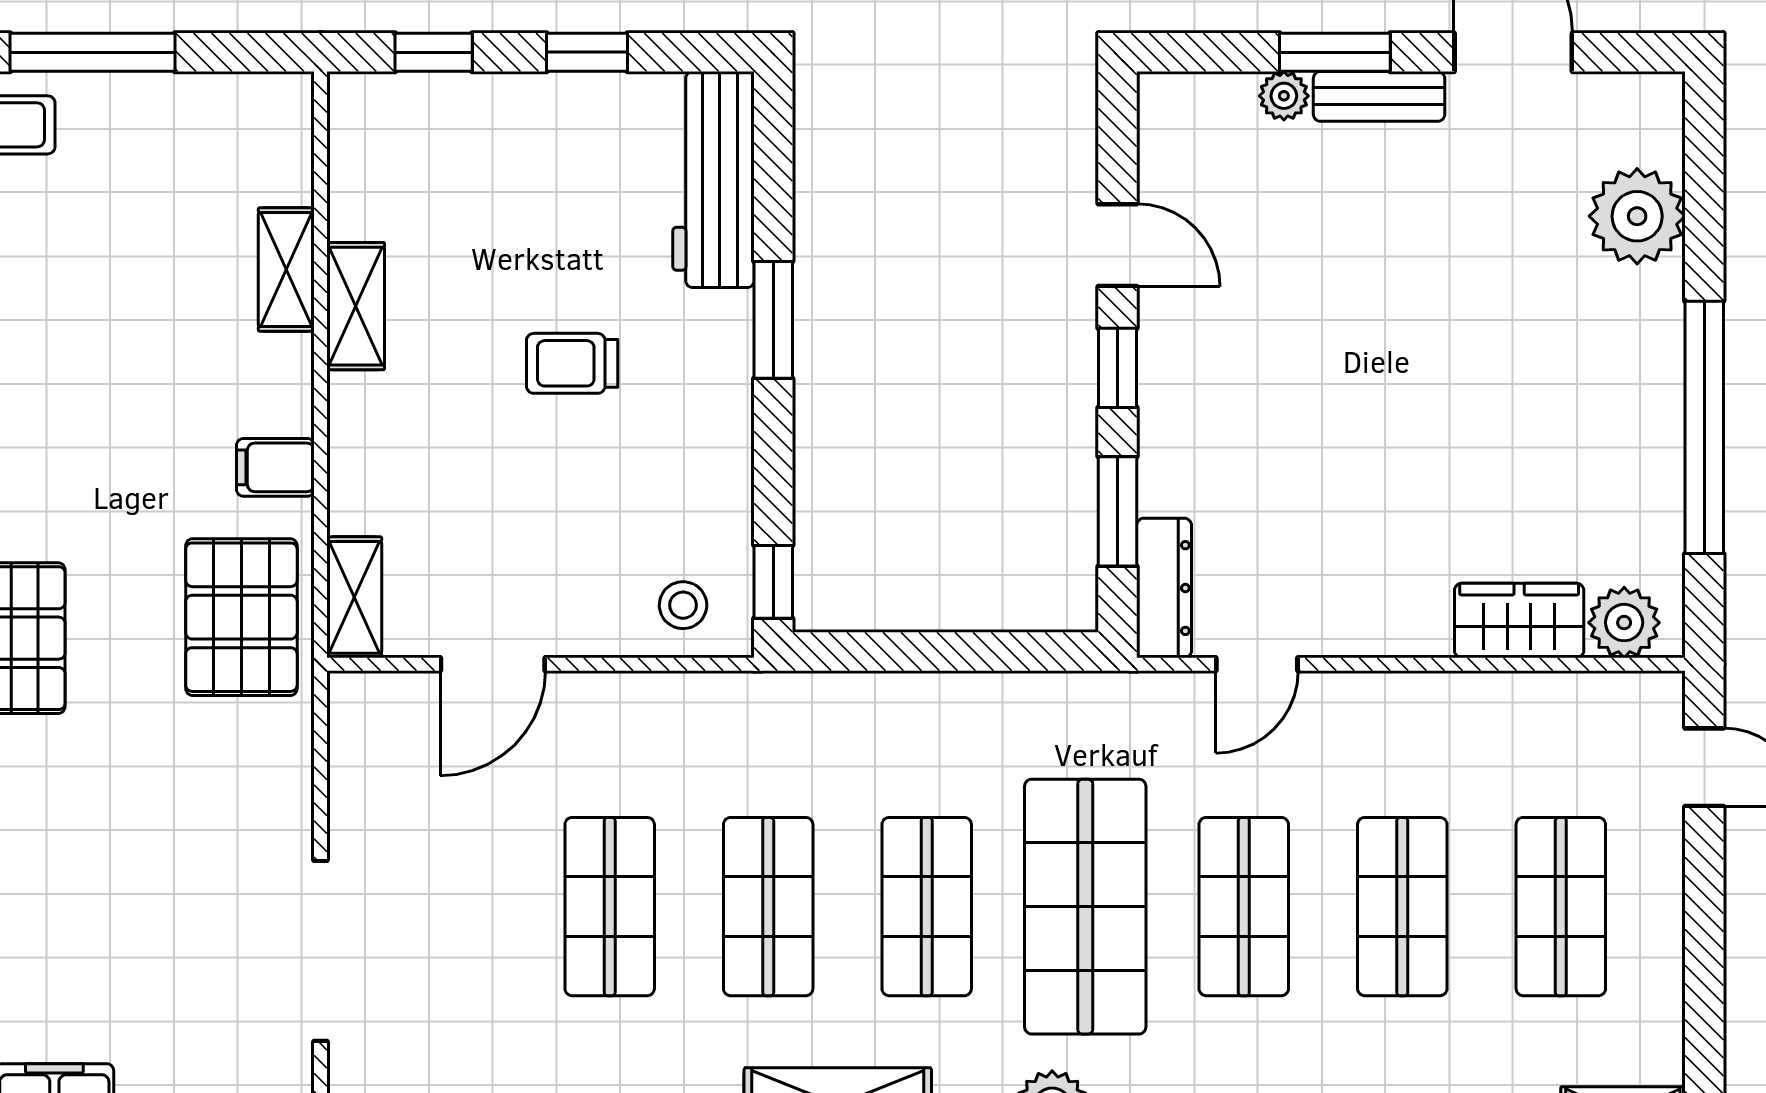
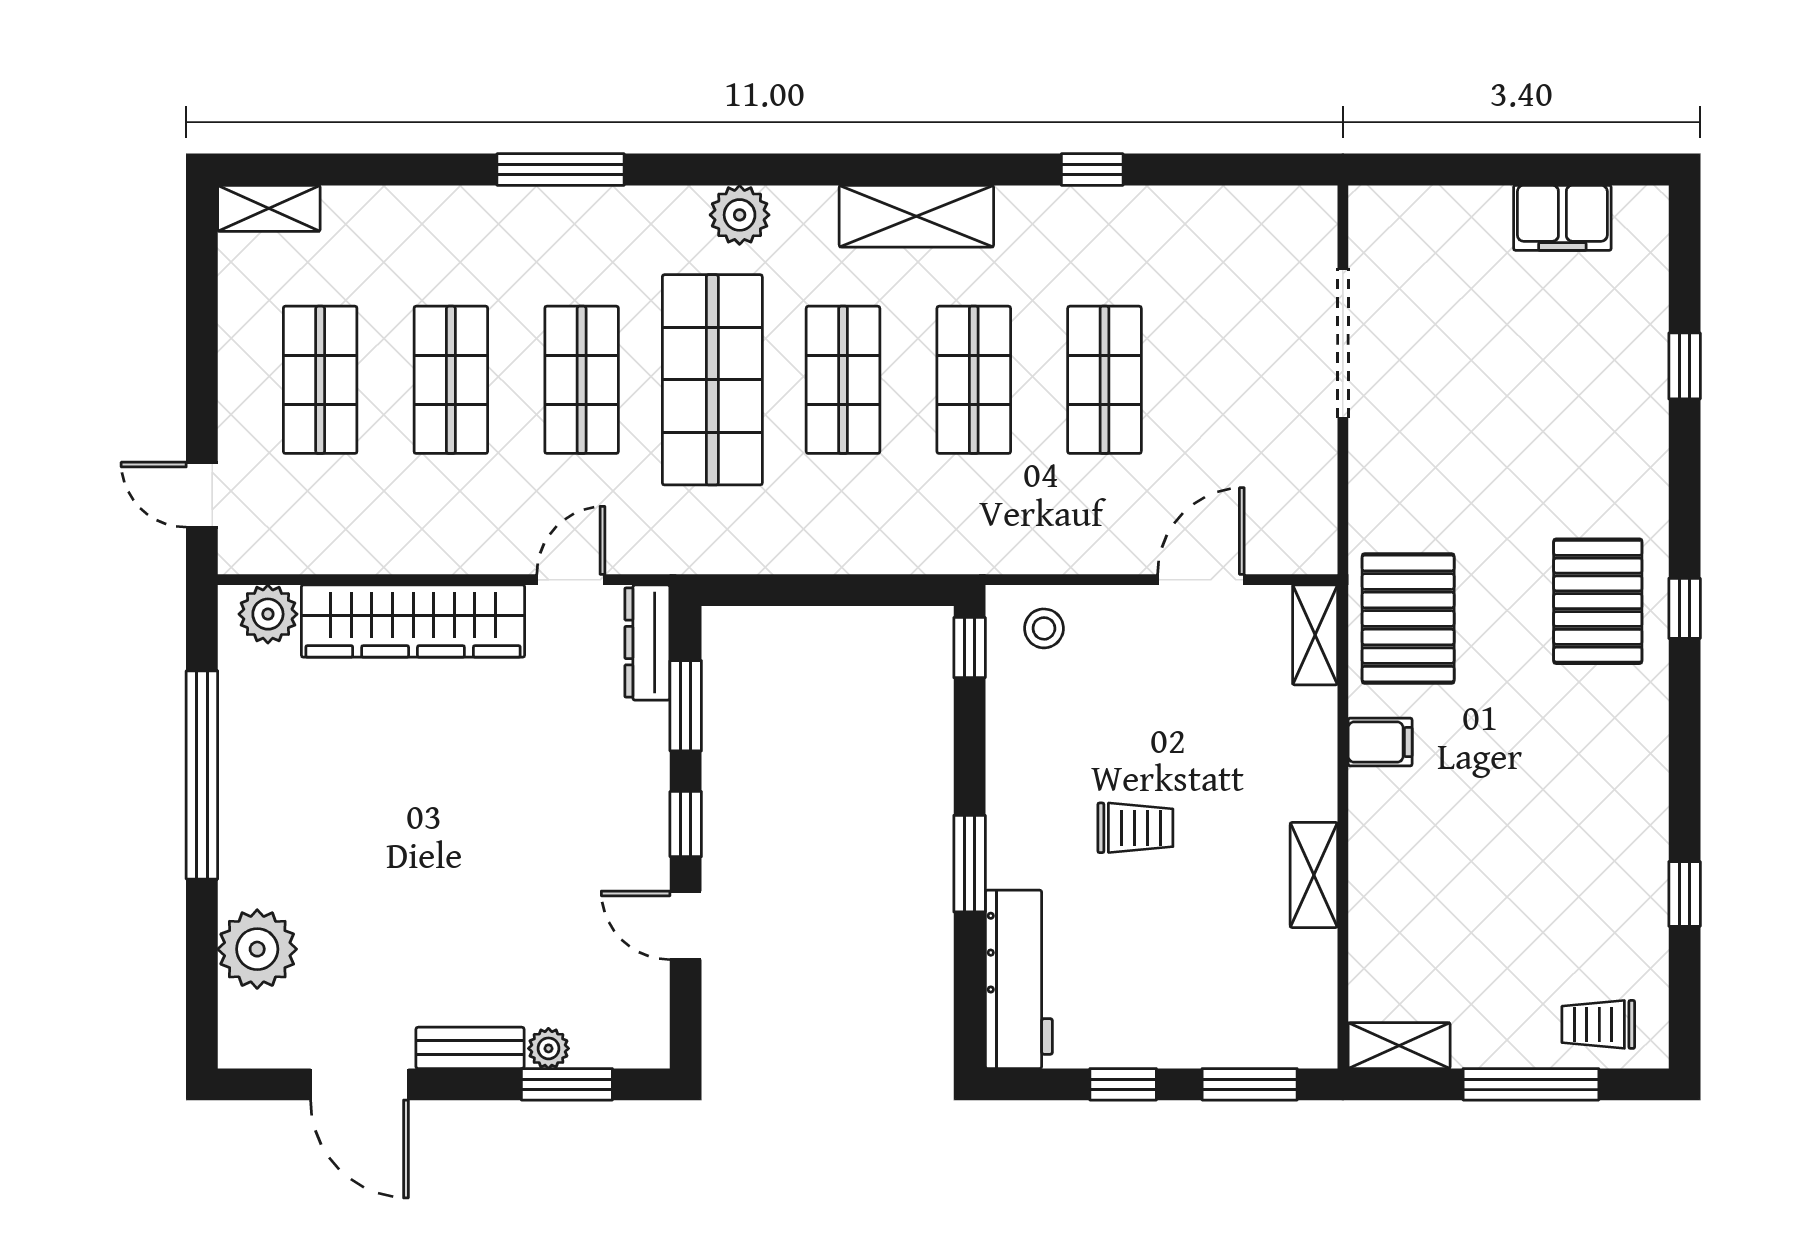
window: (434, 52) -> (1250, 1084), width x1.50
window: (1335, 52) -> (567, 1084), moved
shelving: (286, 269) -> (1399, 1046), moved, turned 90
wardrobe: (1519, 621) -> (413, 621), width x2.10, depth x1.17

